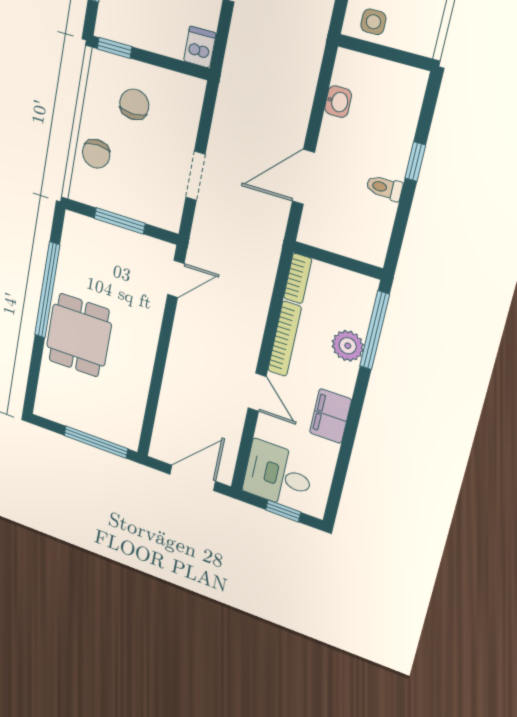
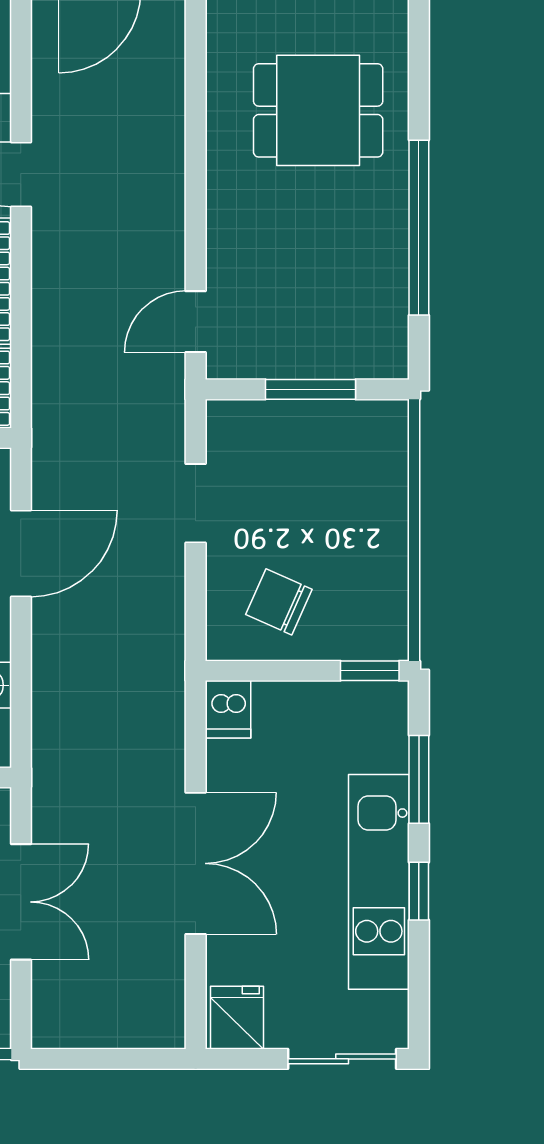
chair: (134, 104) -> (279, 602), moved, turned 114
chair: (96, 154) -> (371, 490), removed
dining table: (79, 335) -> (318, 110), moved, turned 90

